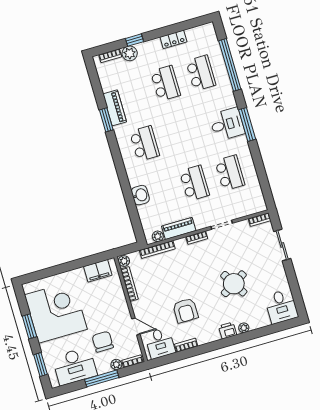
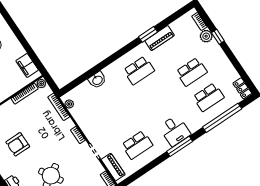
locker: (173, 39) -> (242, 88), moved
school desk: (194, 183) -> (120, 120), removed
piano: (179, 228) -> (113, 167), moved

